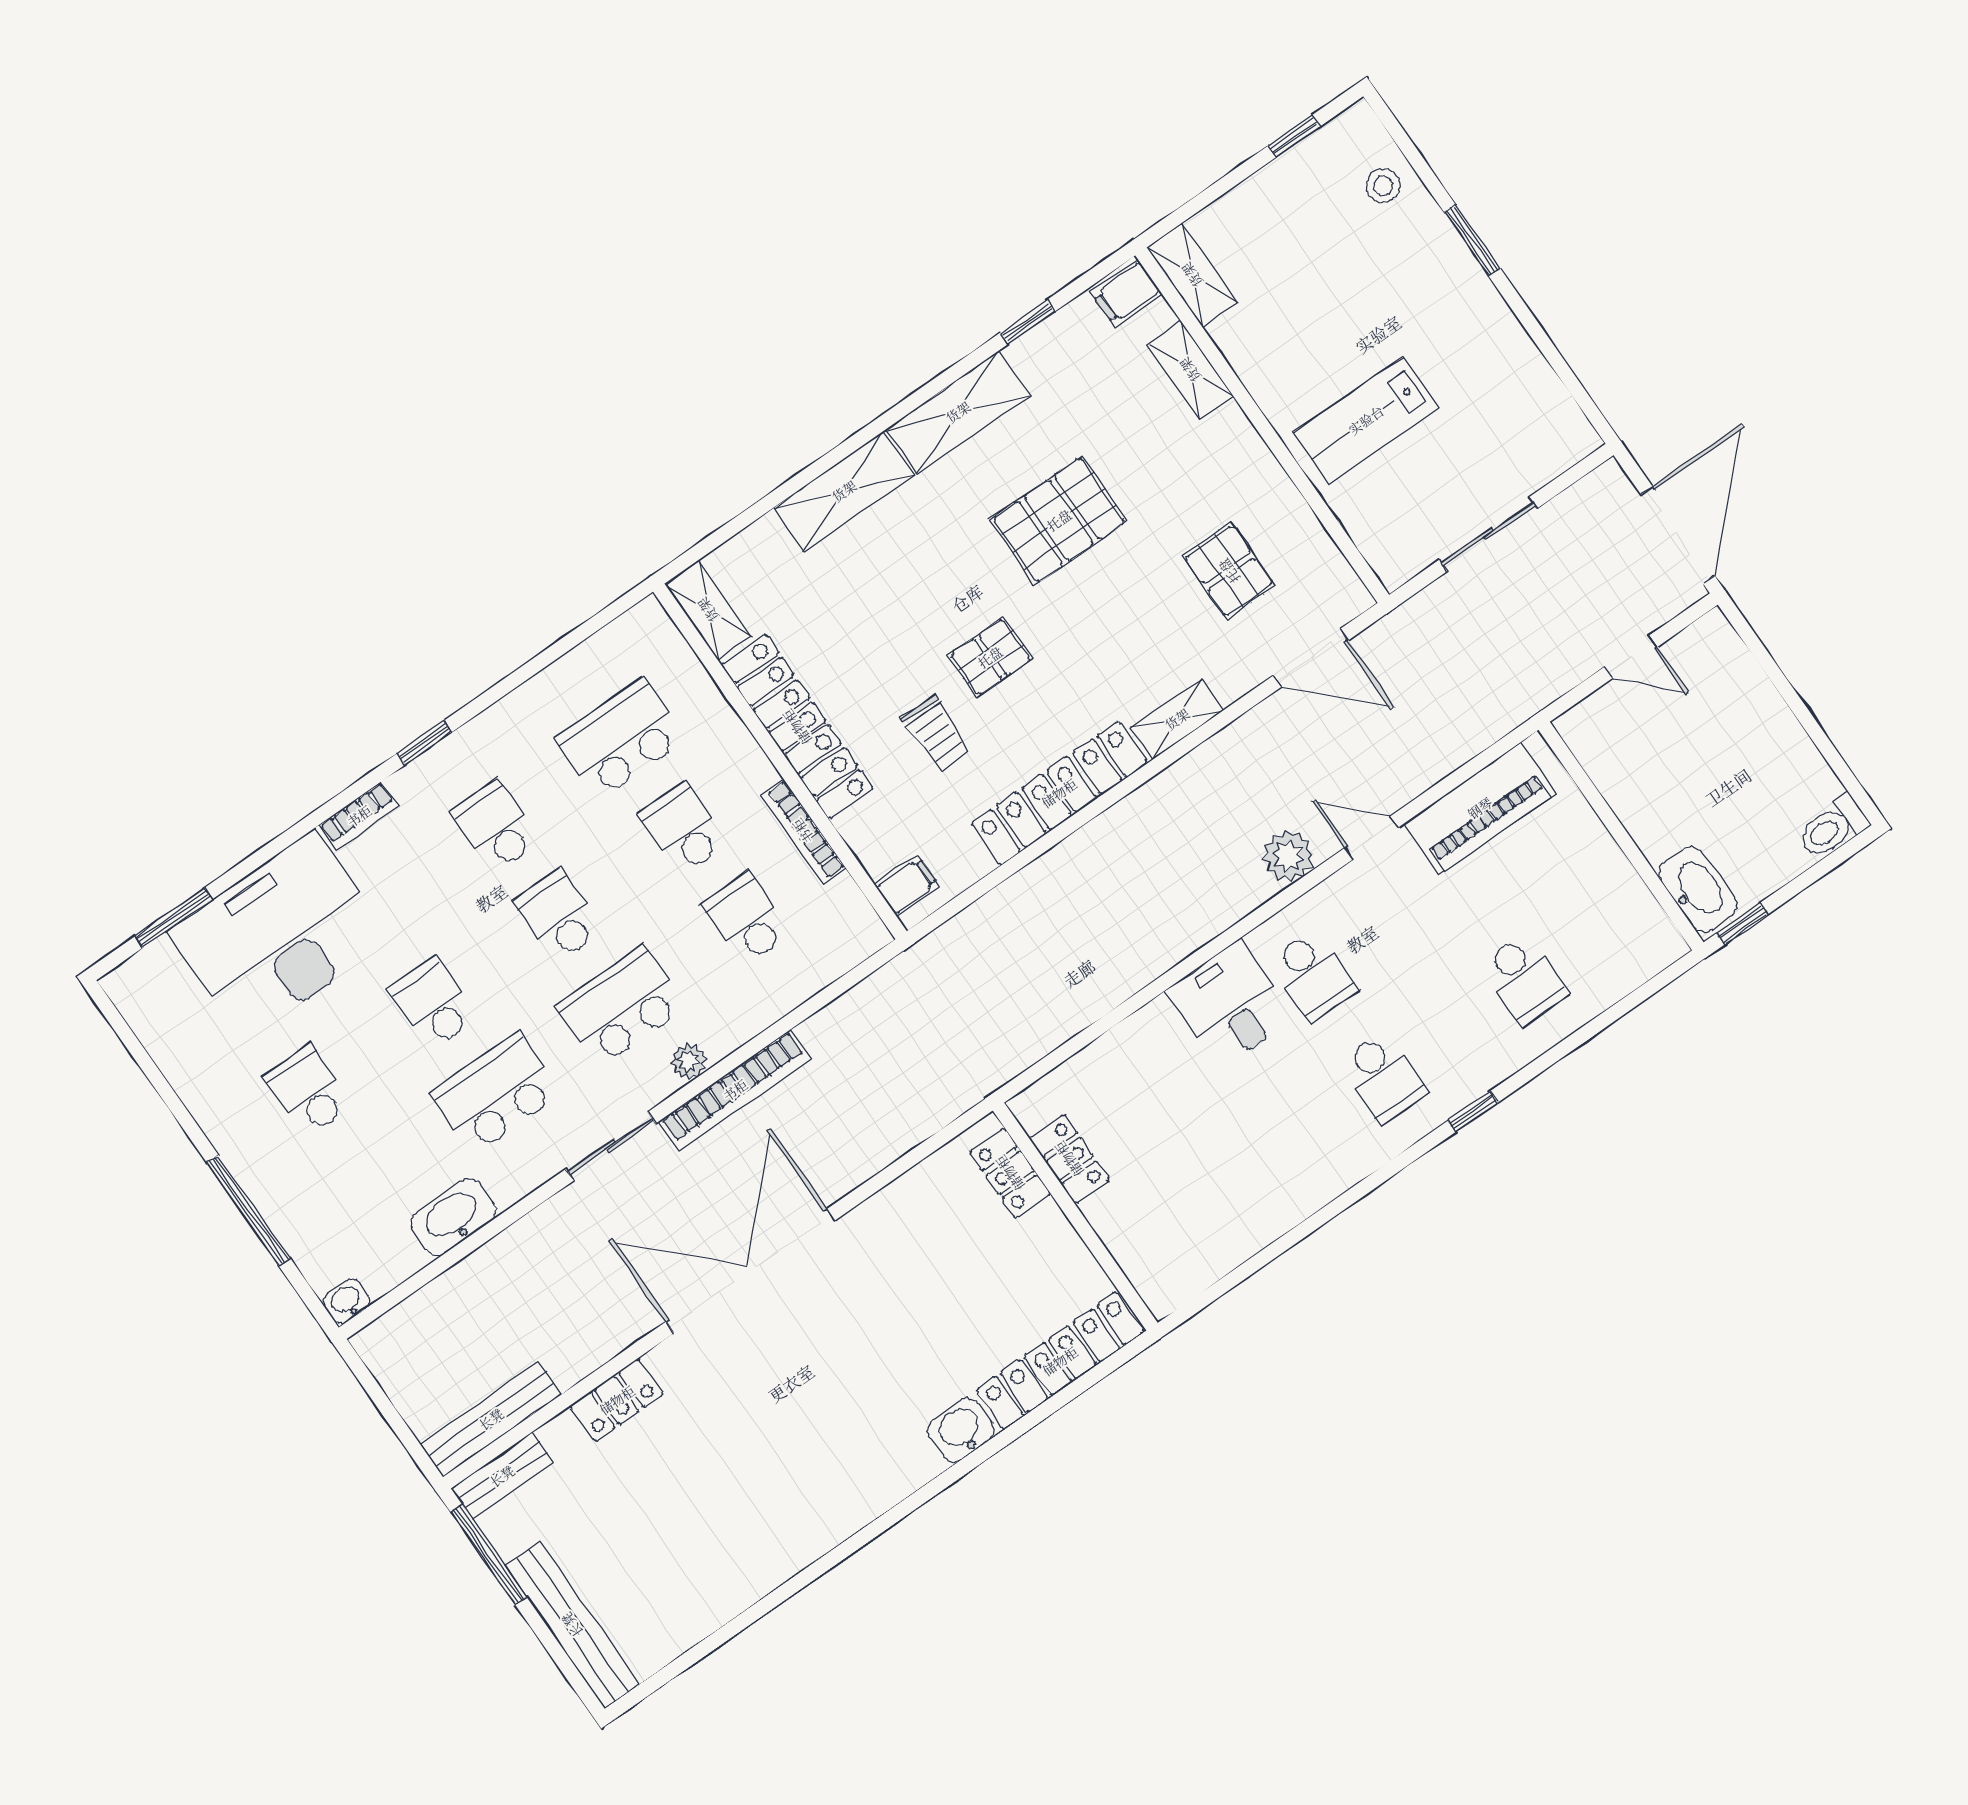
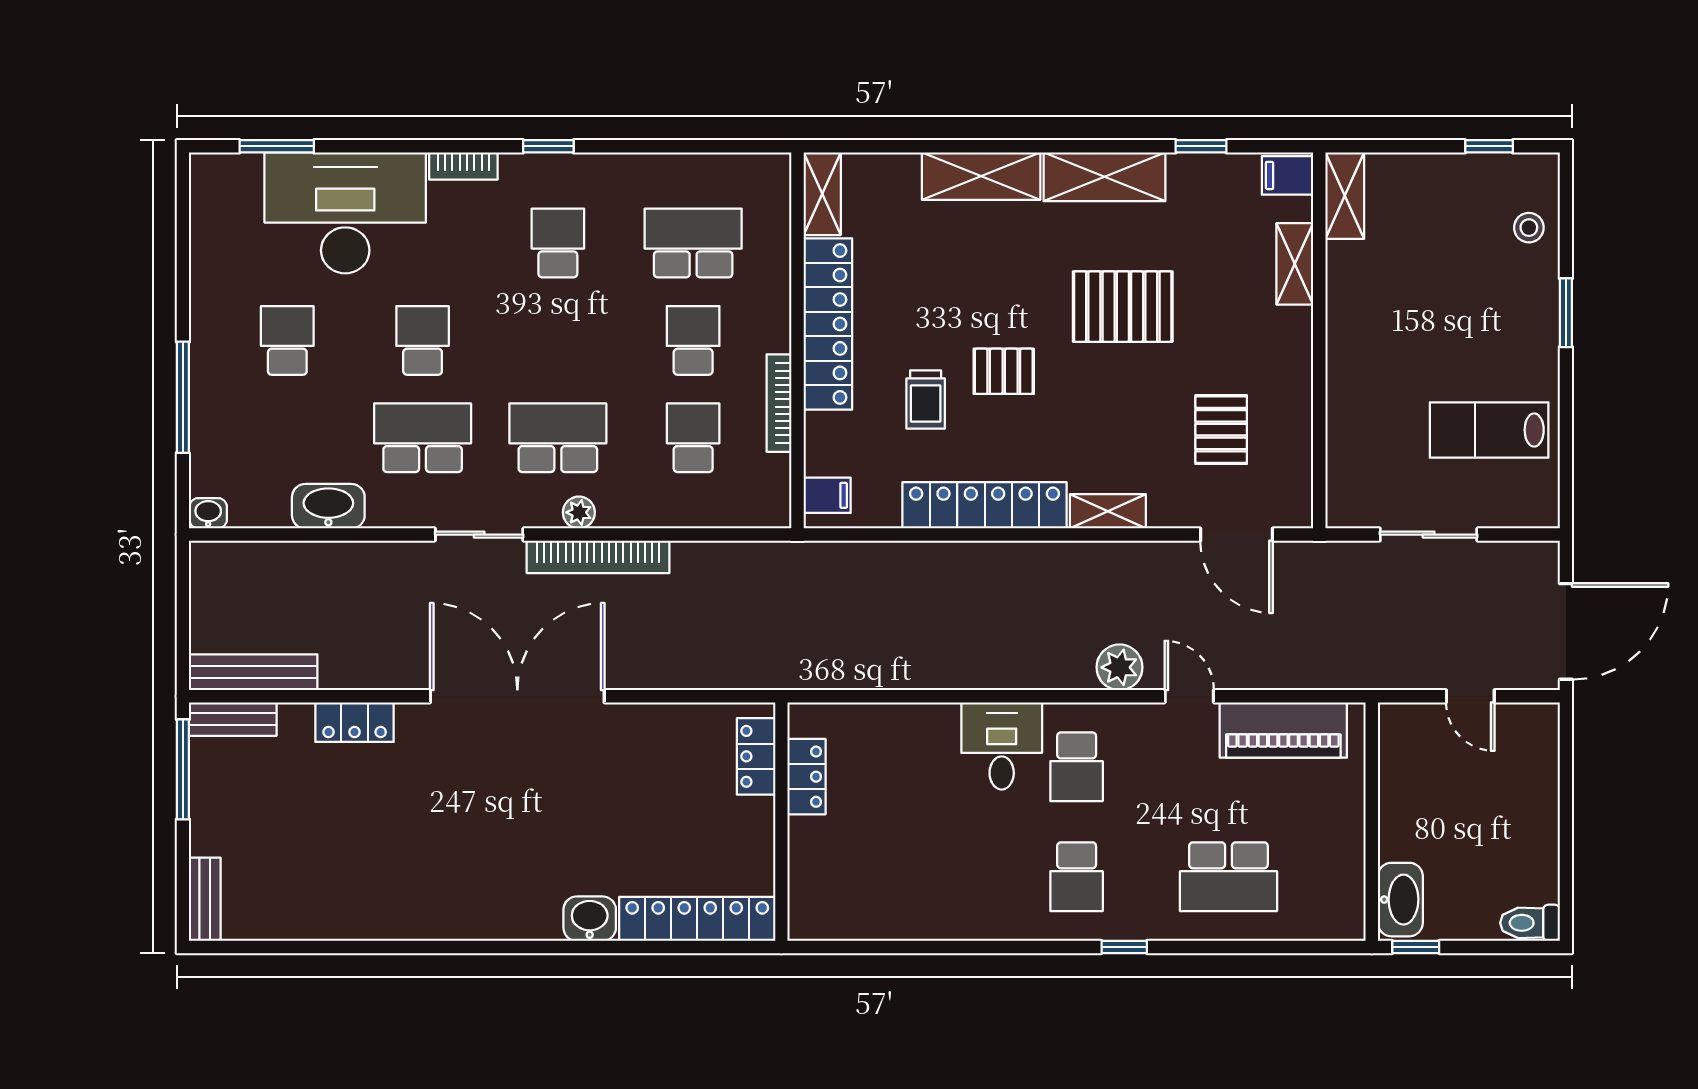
lab bench: (1366, 420) -> (1489, 430), moved
school desk: (558, 916) -> (558, 340), removed
school desk: (1524, 979) -> (1228, 877), width x1.85
bench: (572, 1625) -> (205, 899), width x0.54, depth x0.82

